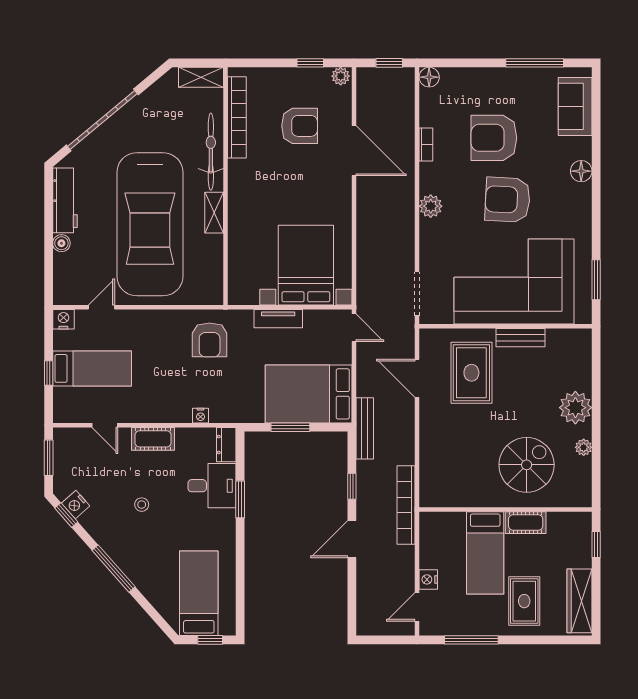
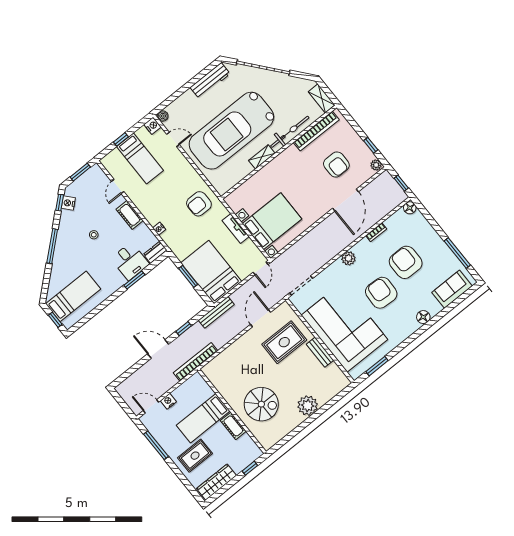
boiler: (61, 243) -> (163, 116), moved
plant: (584, 447) -> (292, 425), removed

